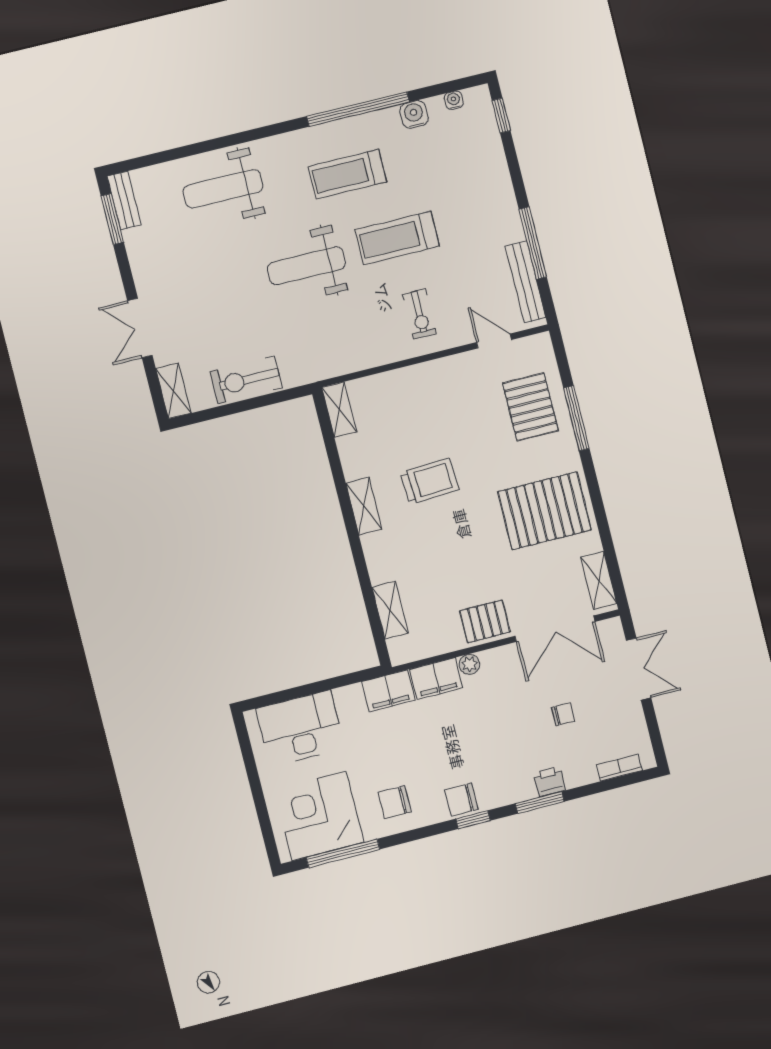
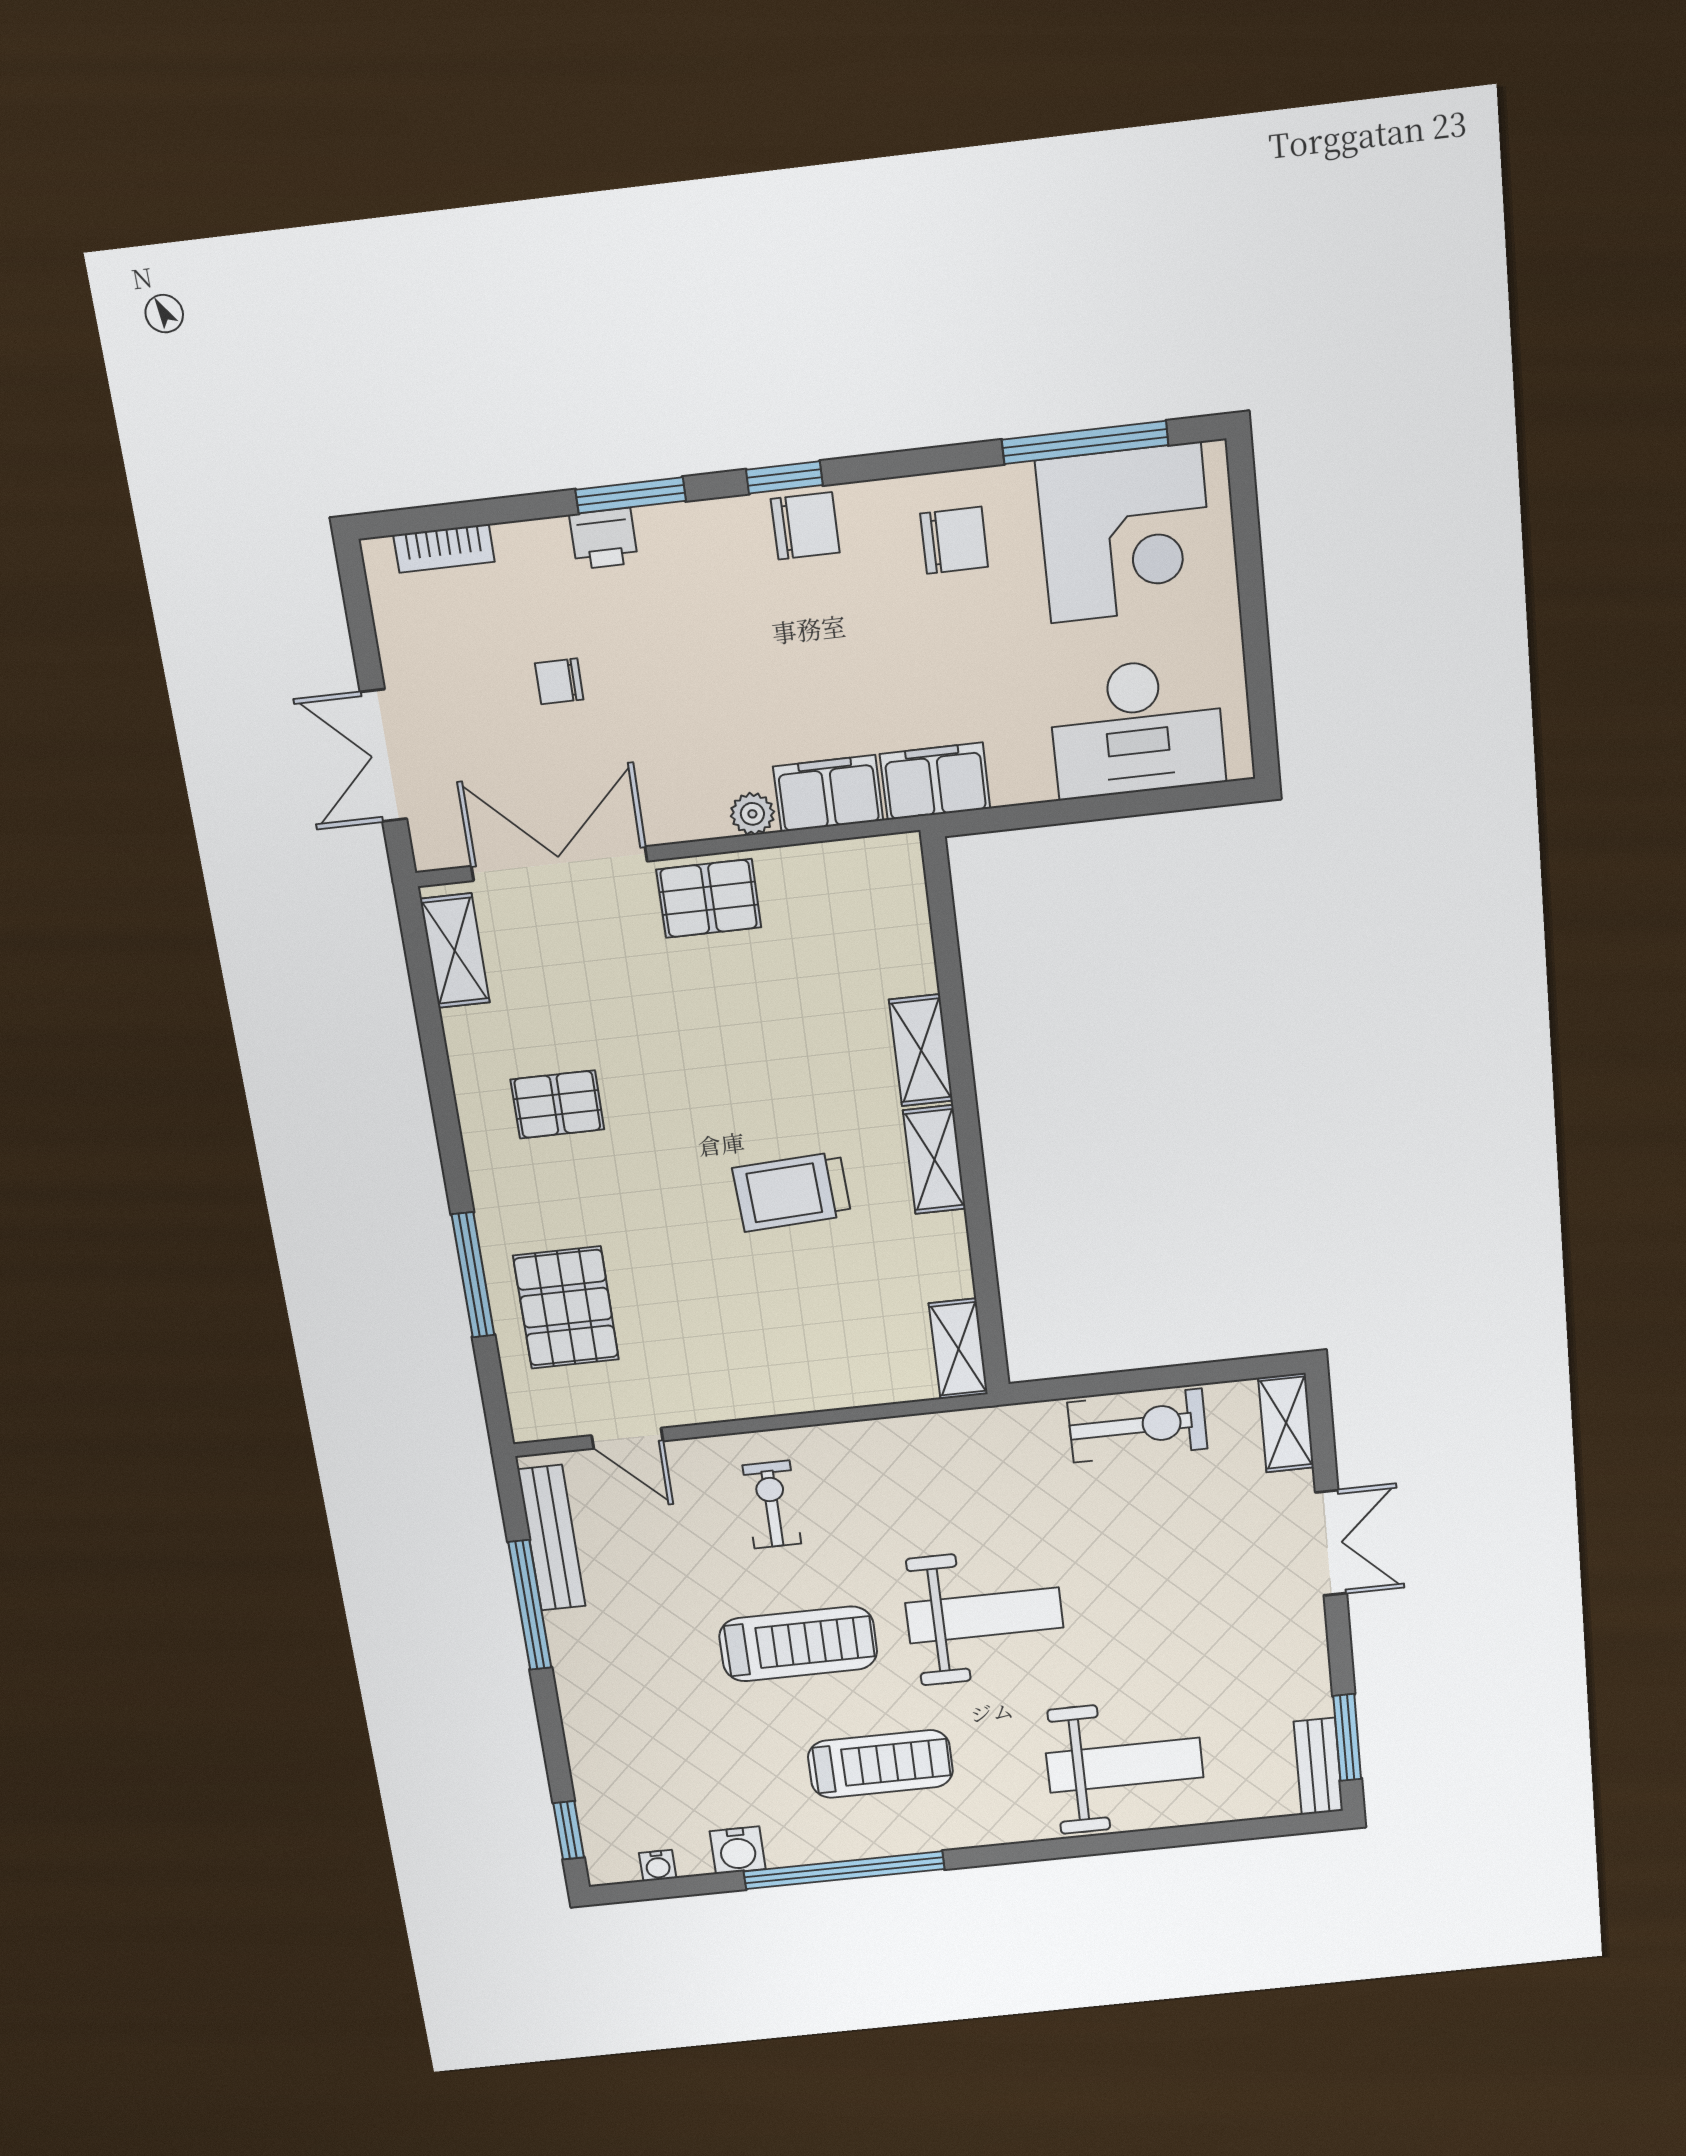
pallet: (545, 511) -> (557, 1104), width x0.49, depth x0.50
shelving: (390, 610) -> (921, 1050), moved

